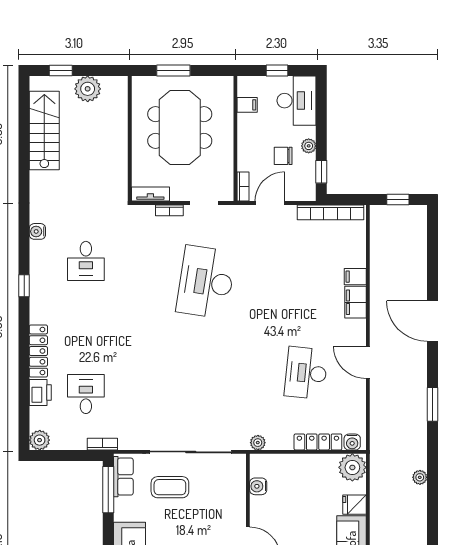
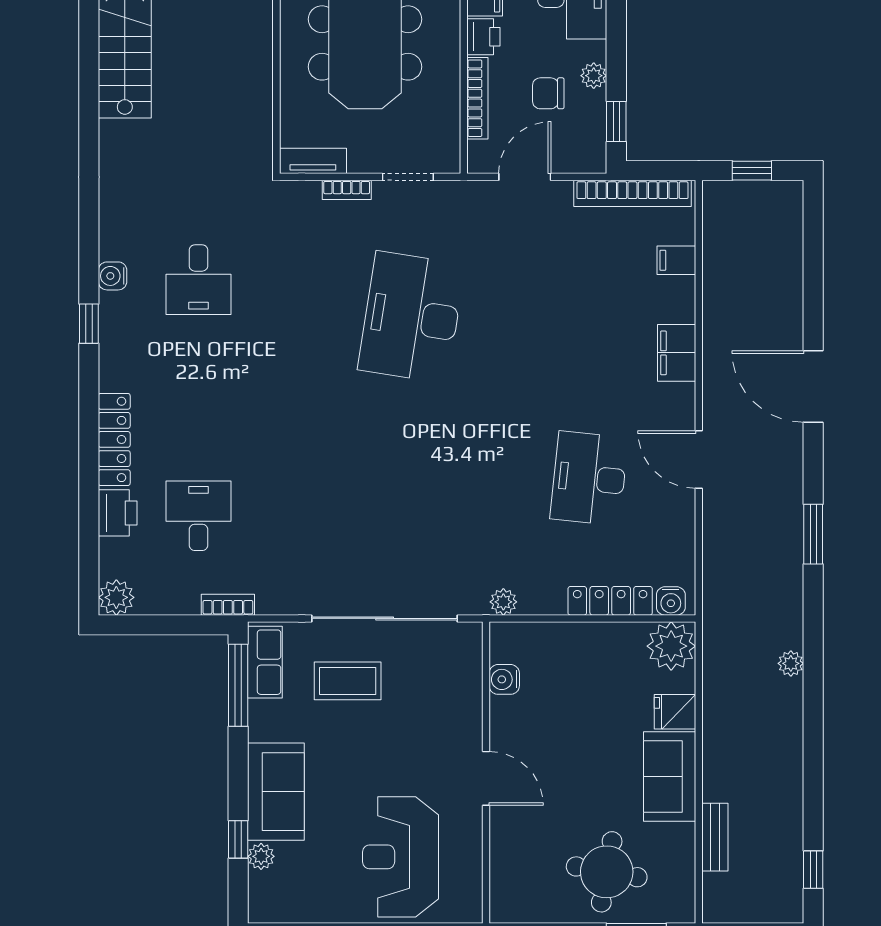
printer: (246, 124) -> (483, 37), added
bookcase: (243, 186) -> (477, 98), moved, width x1.56
water cooler: (37, 231) -> (113, 276), moved
filing cabinet: (355, 277) -> (676, 260), moved

